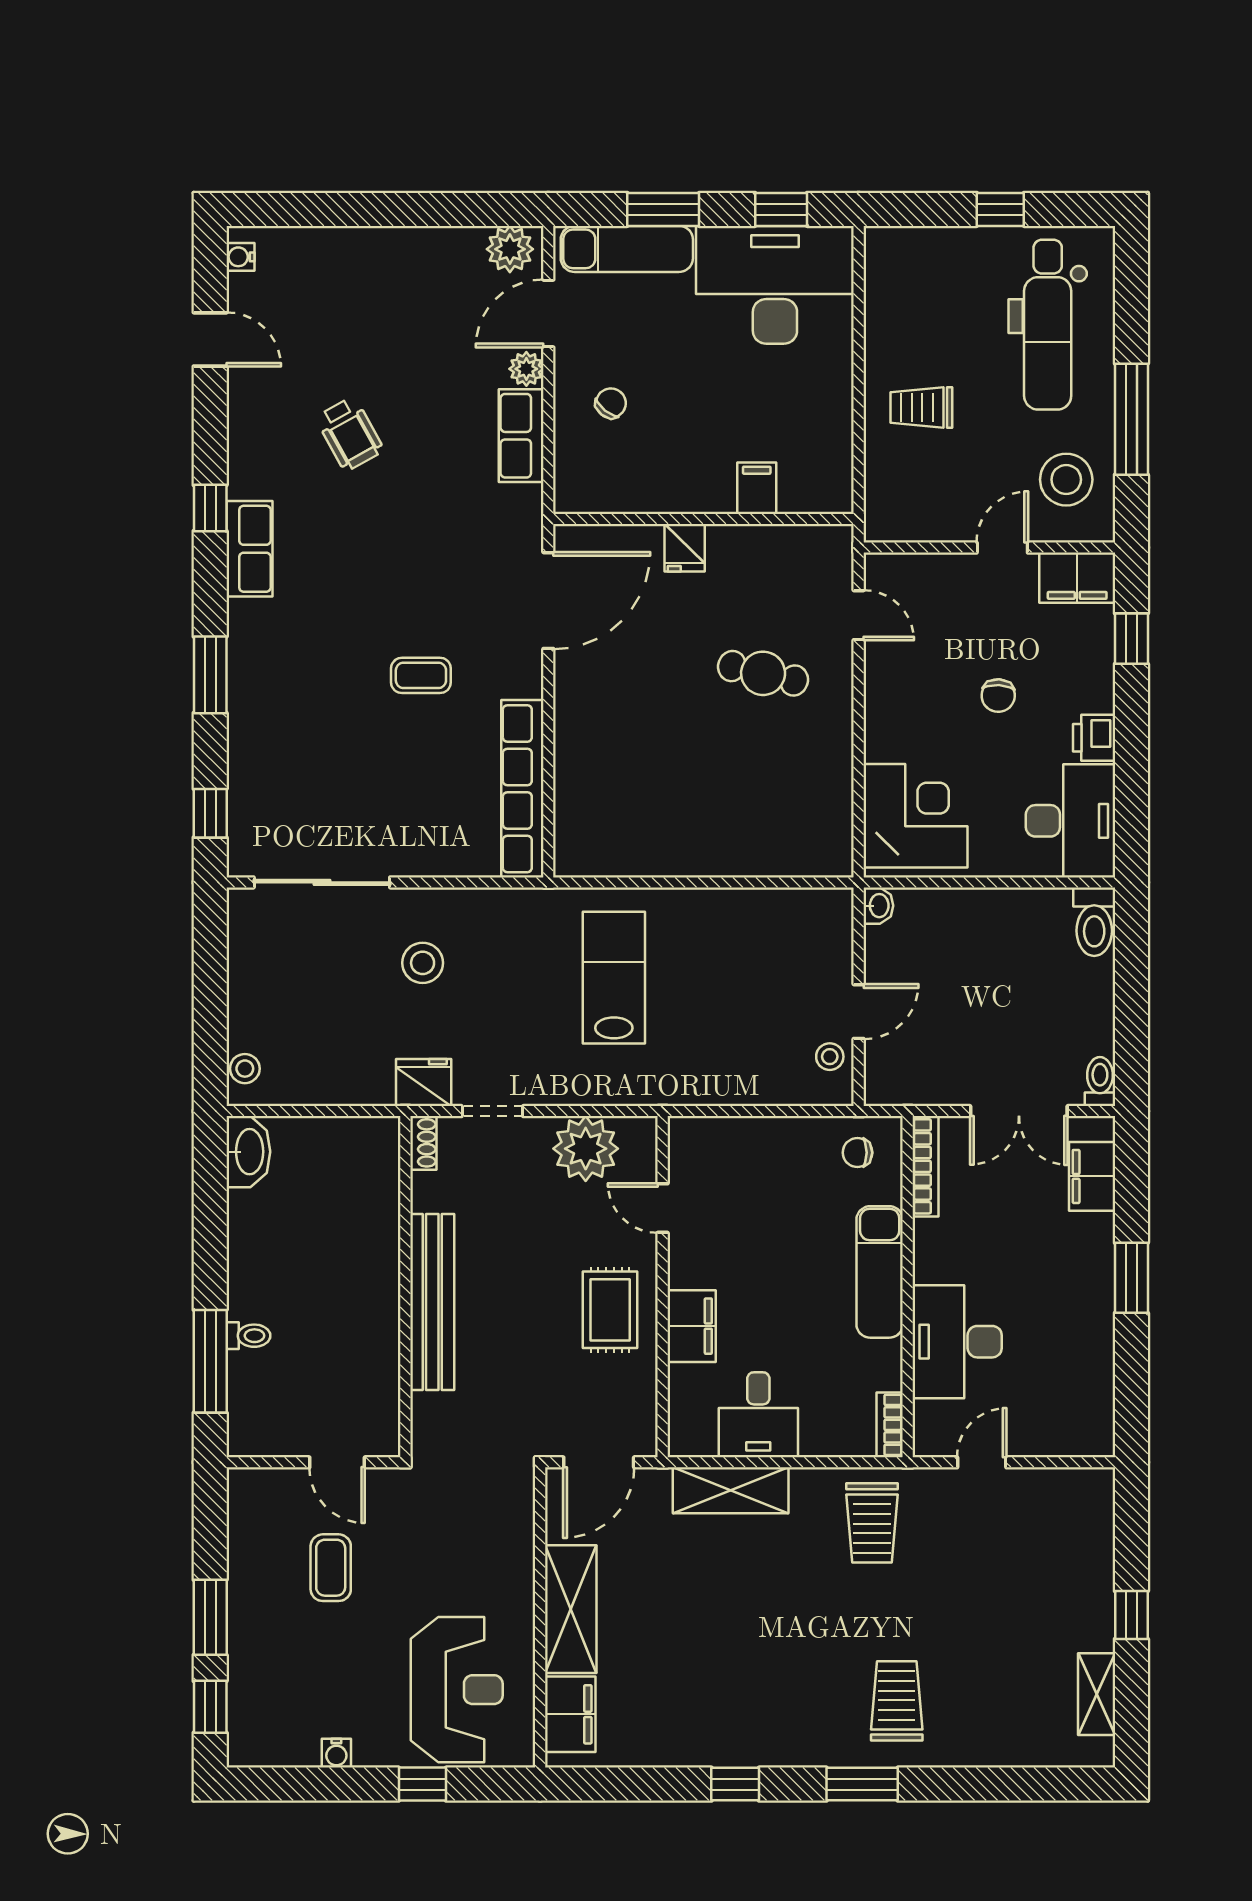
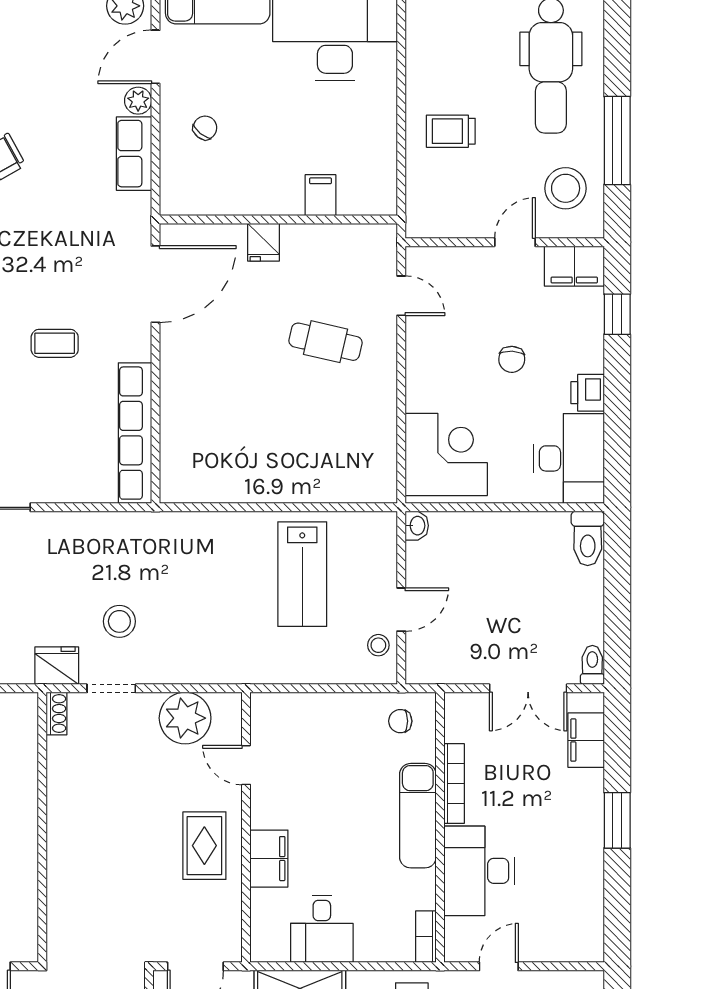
stool: (423, 963) -> (119, 621), moved
lab bench: (614, 978) -> (302, 574), moved, turned 180
bookcase: (925, 1166) -> (454, 784), moved
bench: (432, 1302) -> (64, 839), removed

